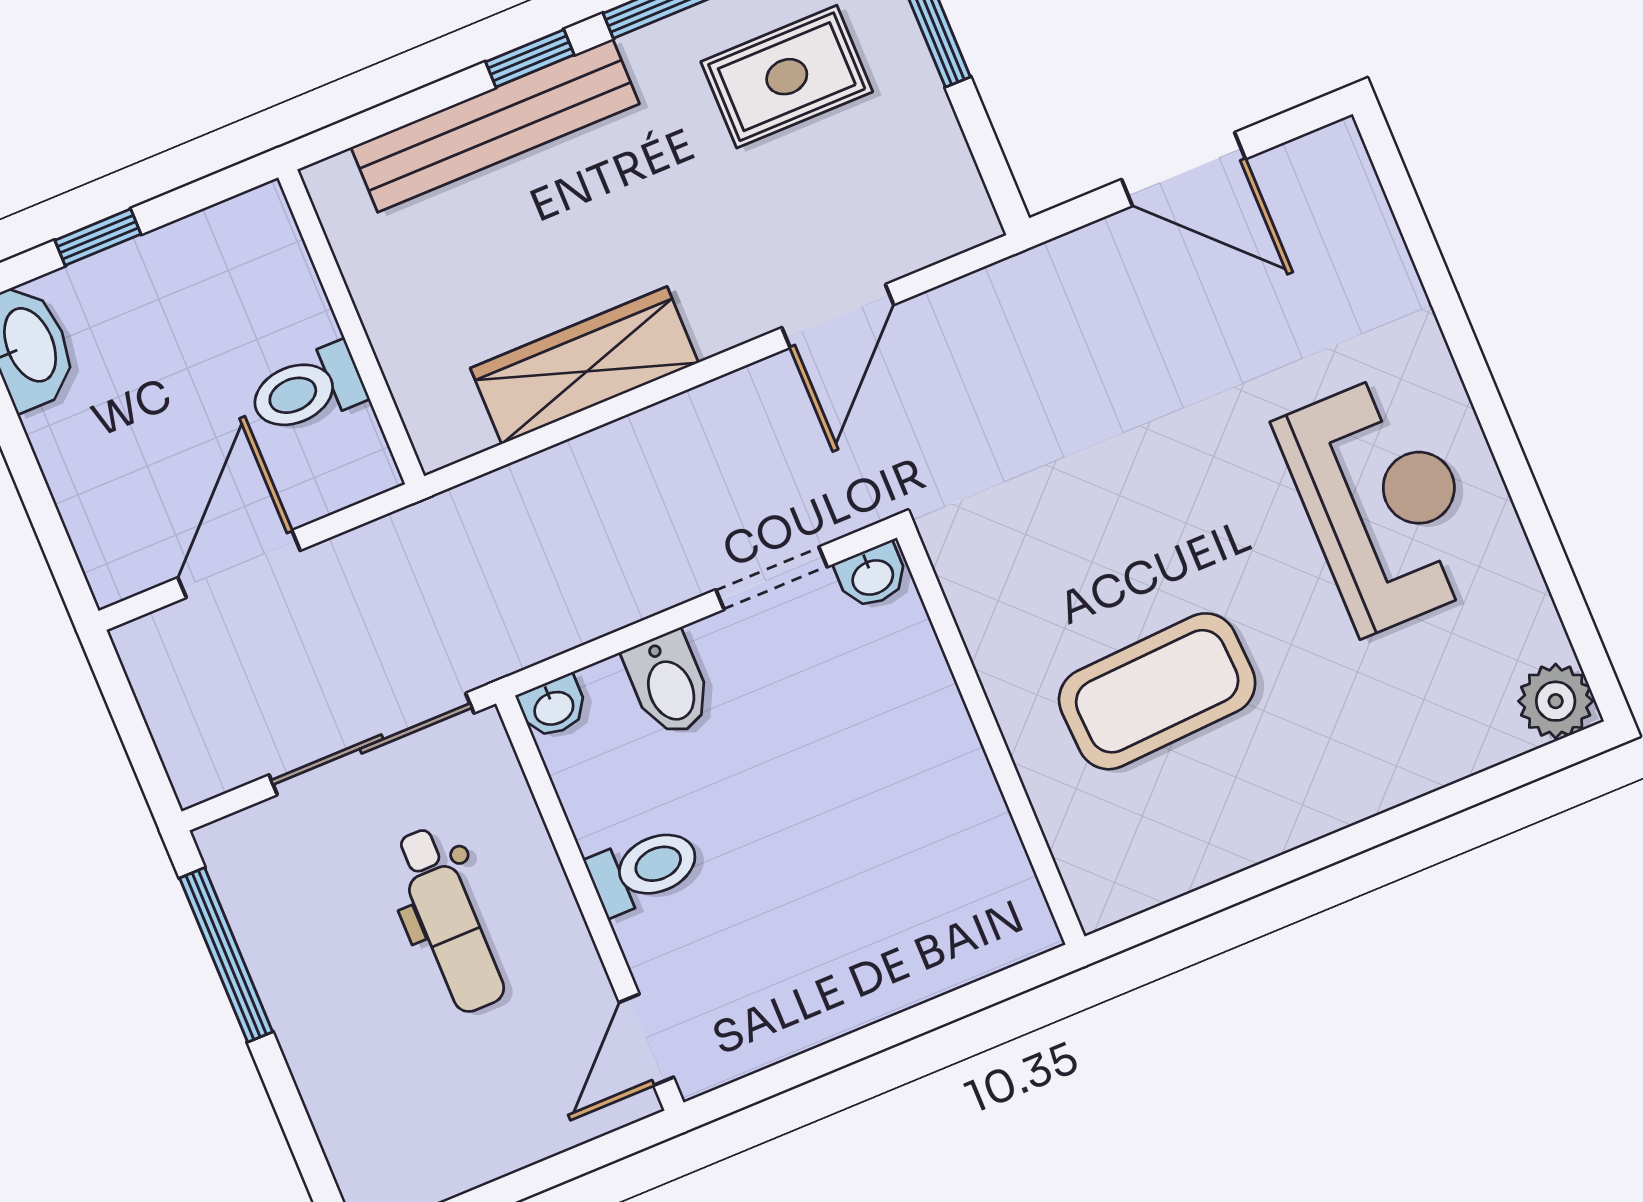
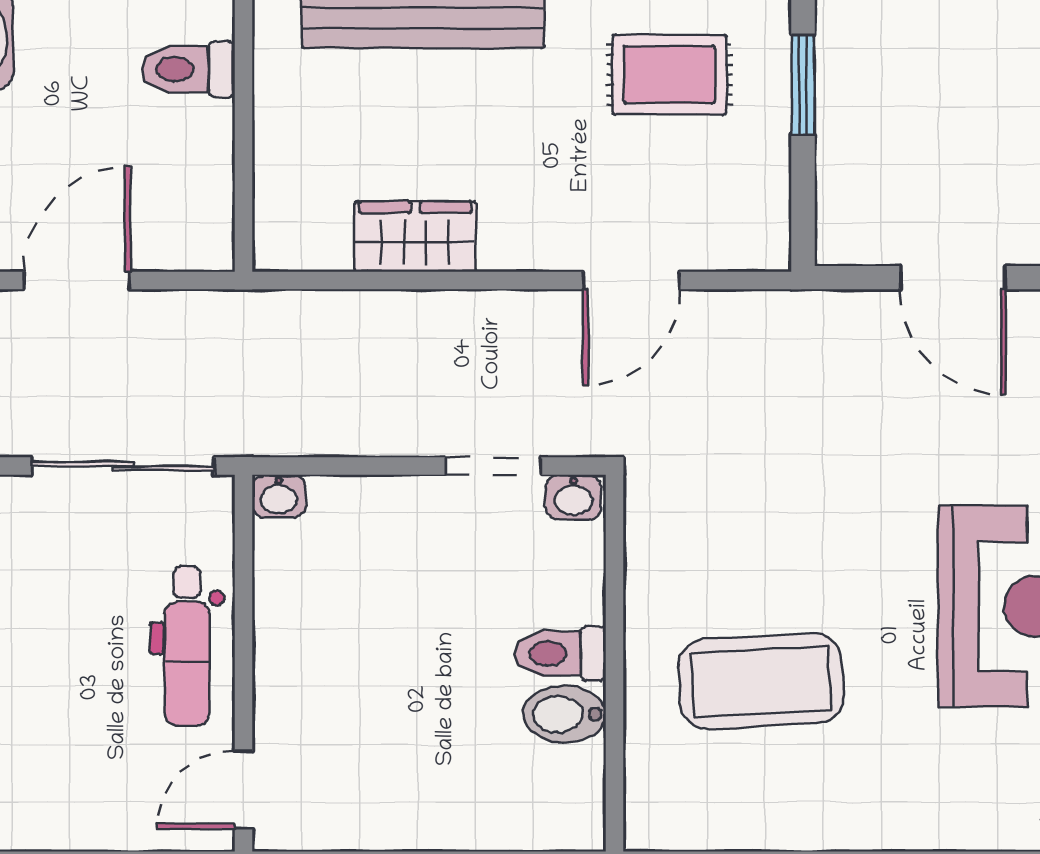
wardrobe: (584, 365) -> (415, 237), width x0.67
toilet: (307, 389) -> (188, 69), moved
bidet: (669, 684) -> (565, 714), moved, turned 90
toilet: (644, 869) -> (560, 653), moved, turned 180
dental chair: (449, 920) -> (187, 646), moved

